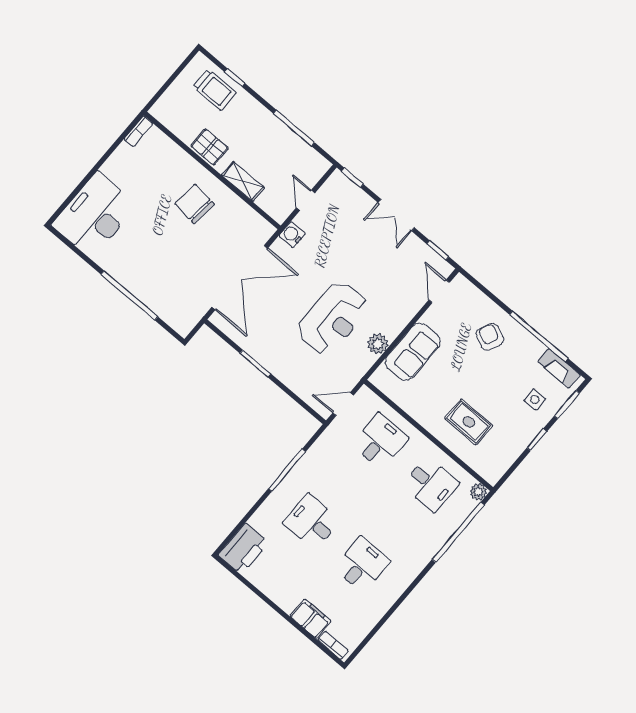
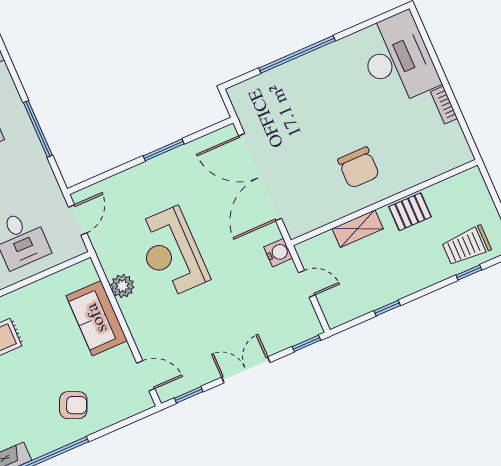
window: (294, 128) -> (387, 308), width x0.46
bookcase: (138, 131) -> (444, 105), moved
chair: (195, 204) -> (359, 168), turned 84

